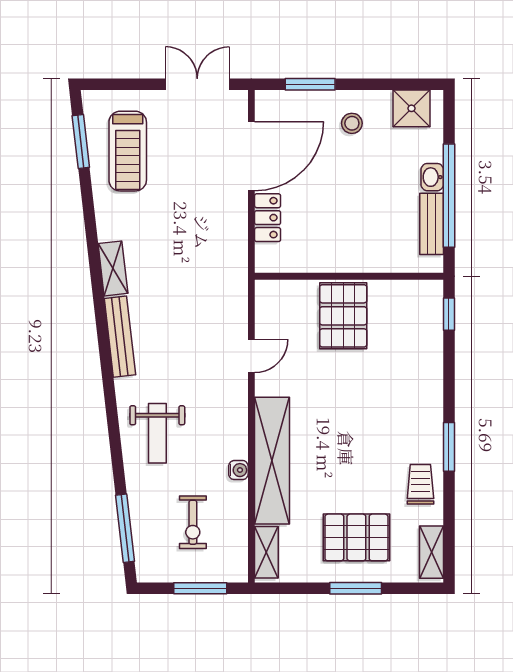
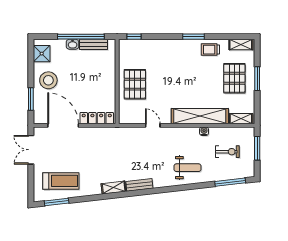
stool: (352, 123) -> (48, 80), width x1.89, depth x1.89
locker: (268, 218) -> (97, 118), width x1.53
pallet: (343, 316) -> (135, 84), turned 90
bench: (120, 337) -> (139, 185), width x0.73

